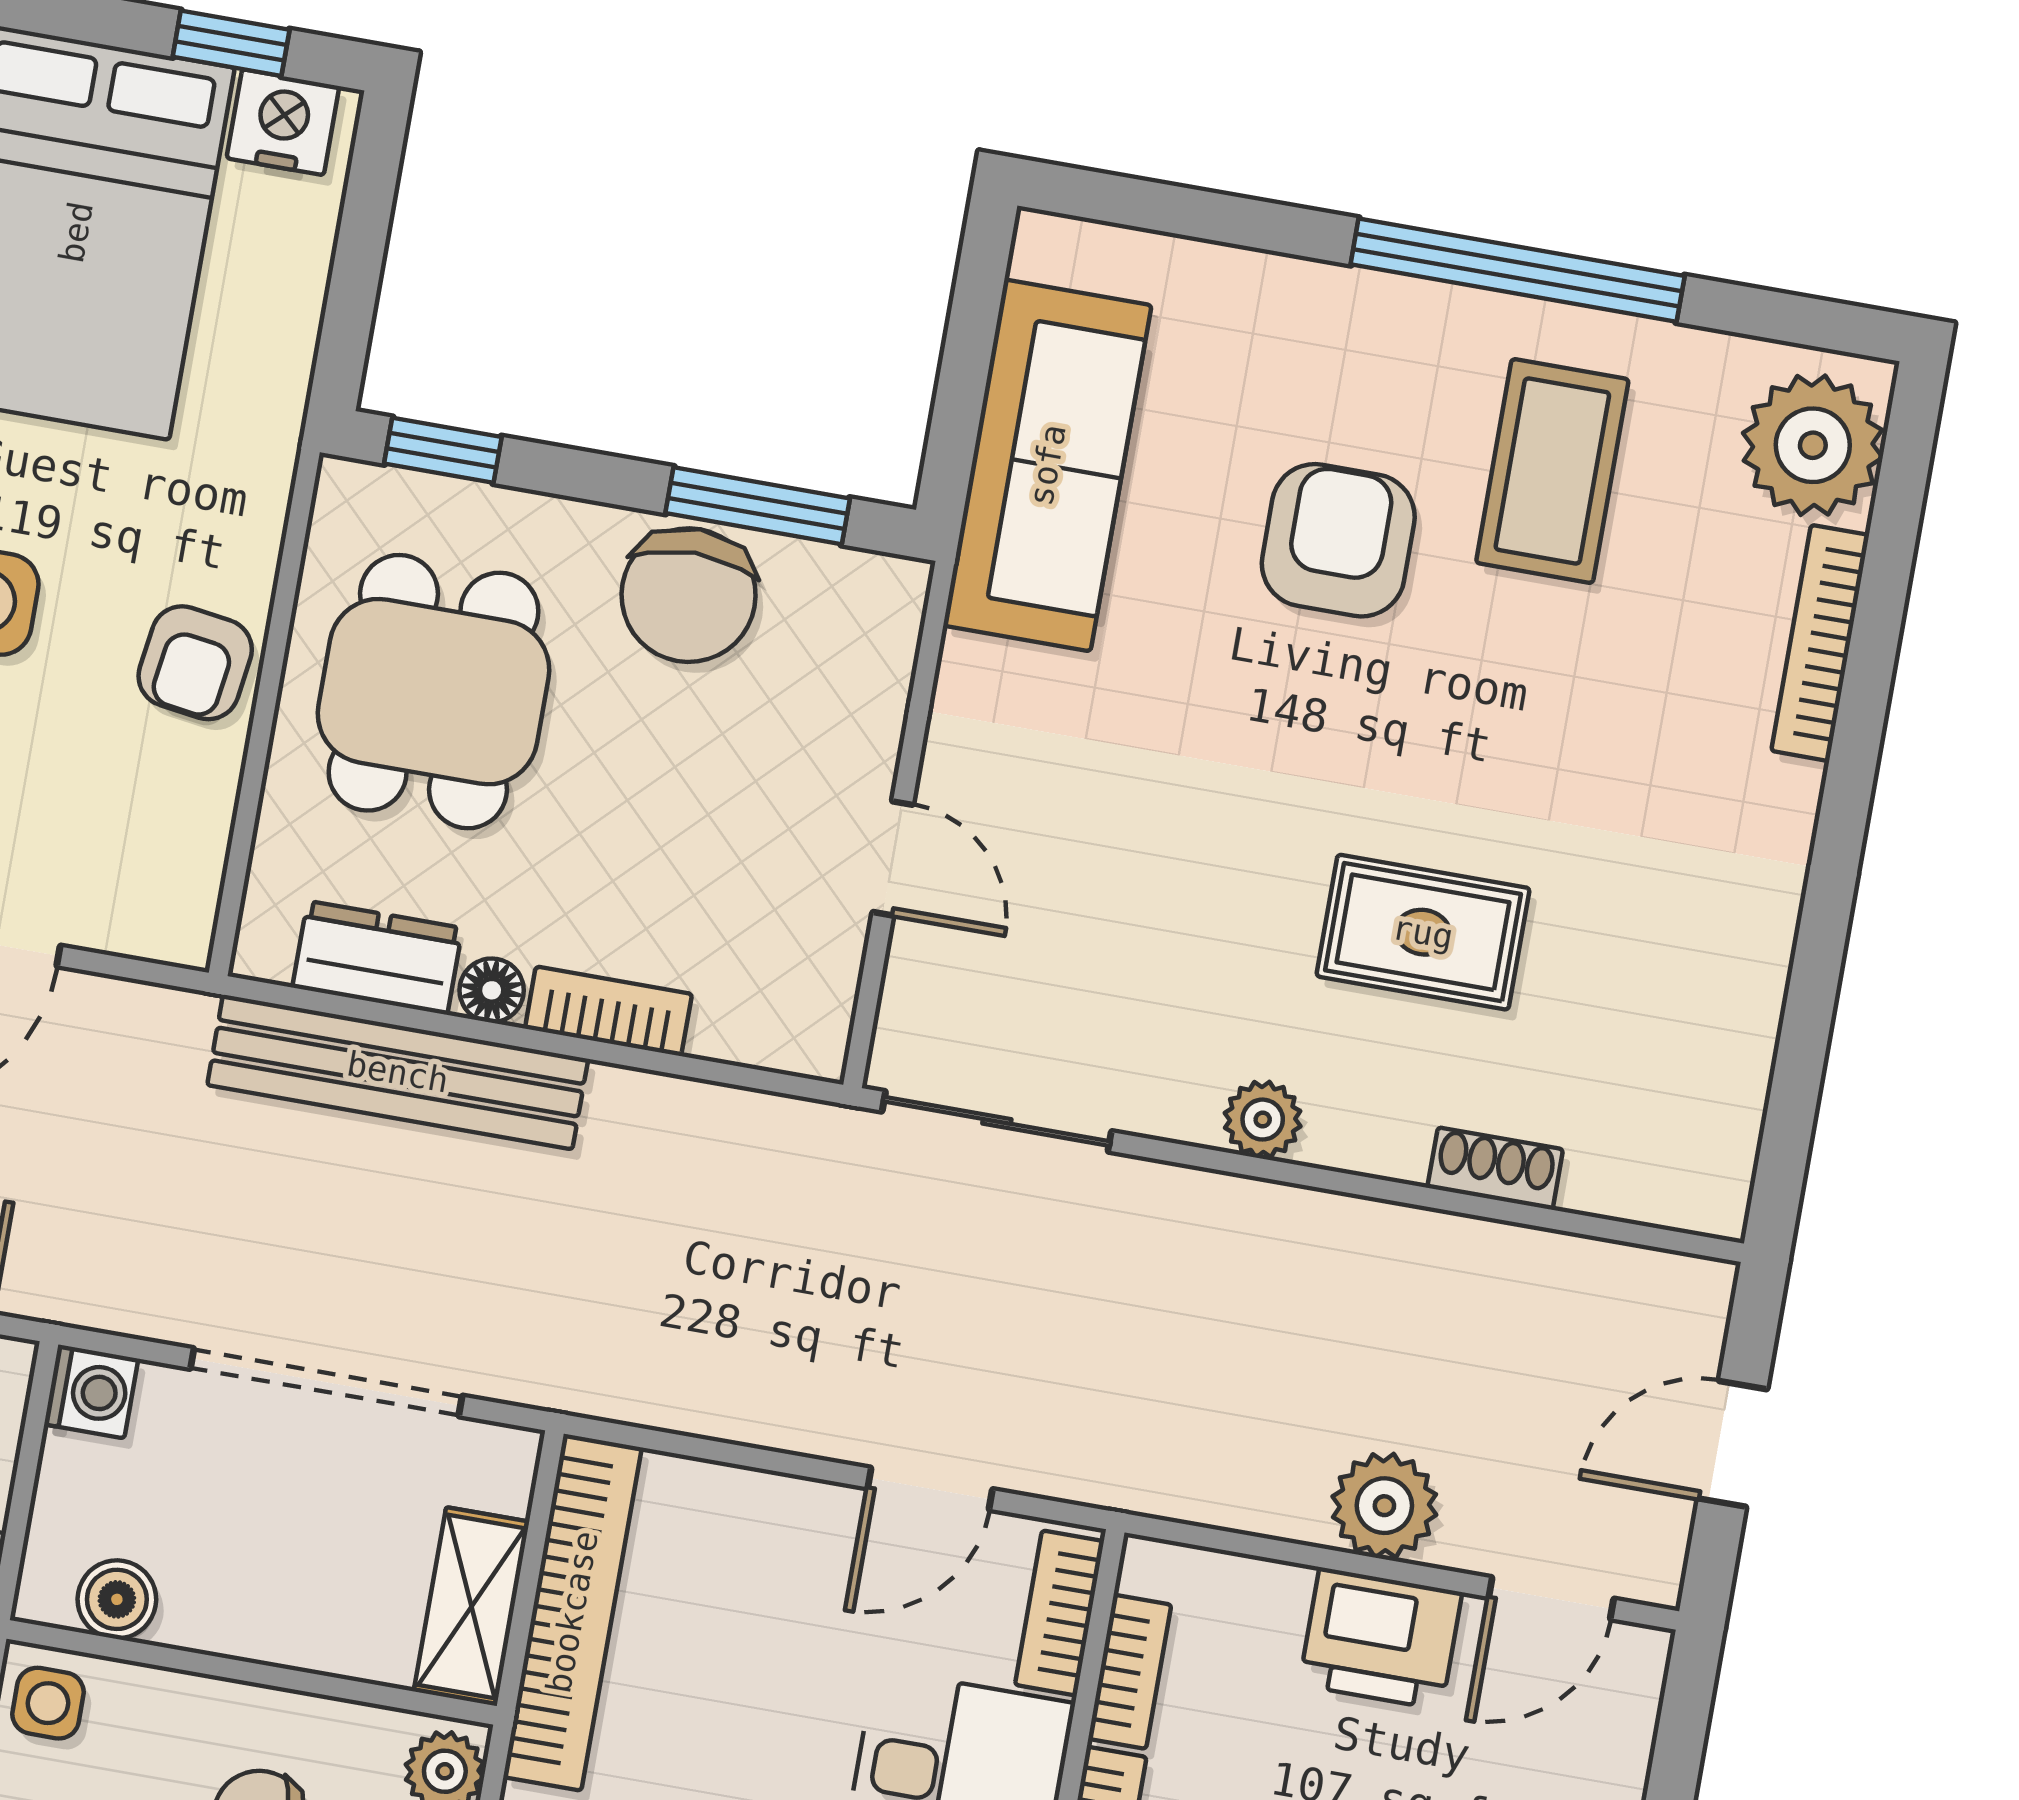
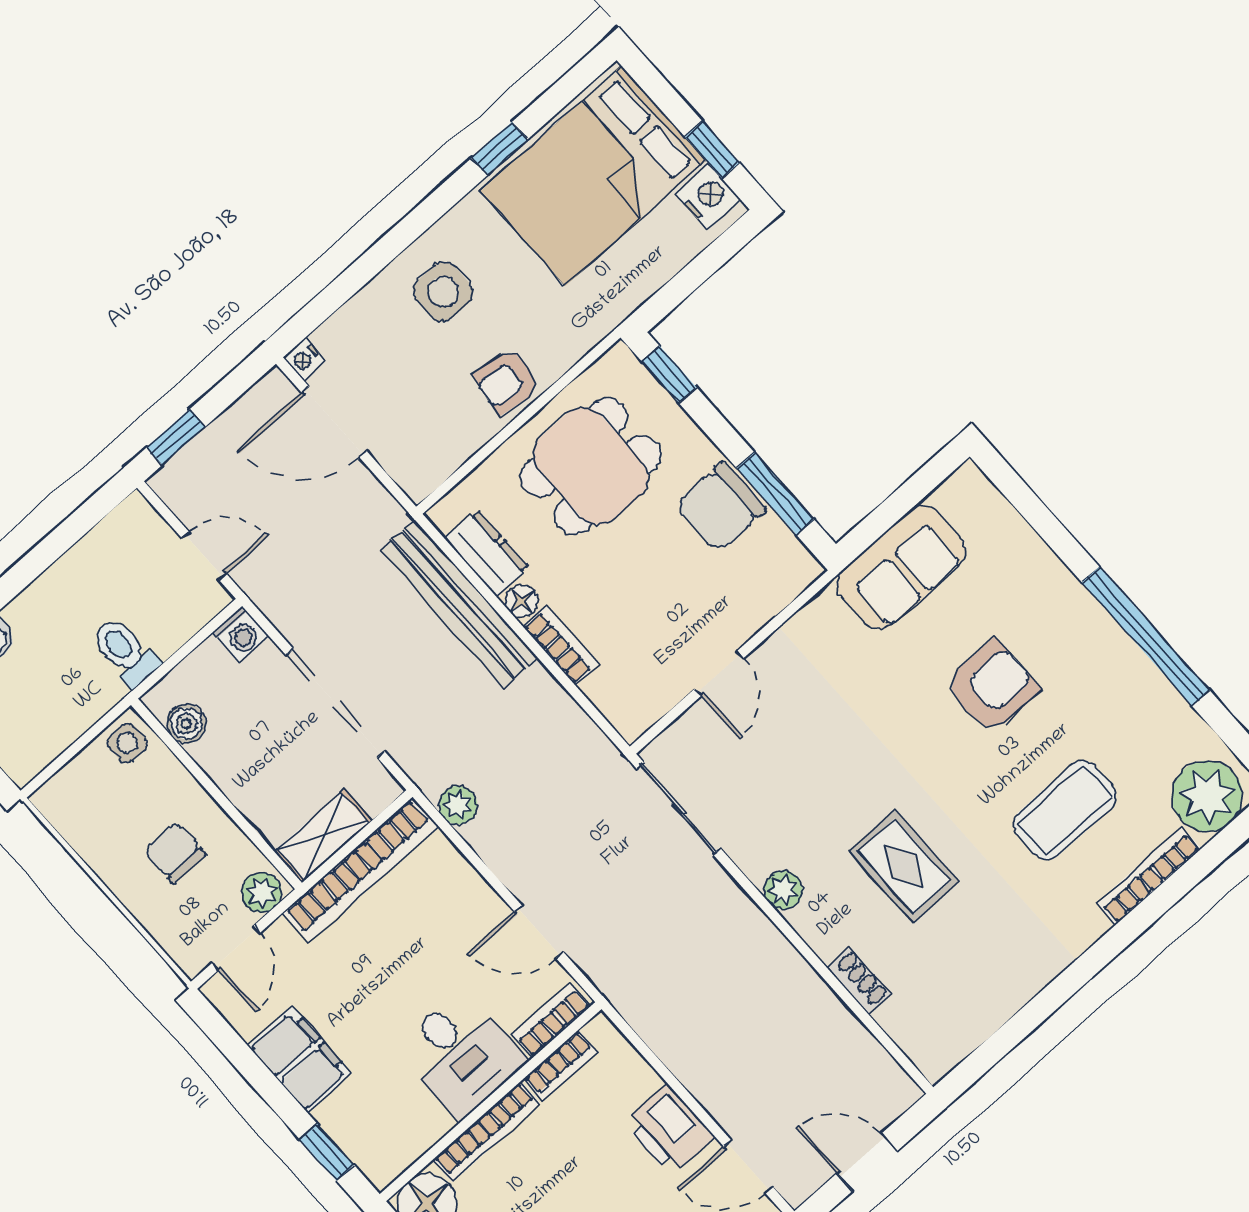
sofa: (1047, 465) -> (901, 567), width x0.73
coffee table: (1552, 471) -> (1065, 810), moved
plant: (1384, 1506) -> (458, 805), moved, width x0.73, depth x0.73

